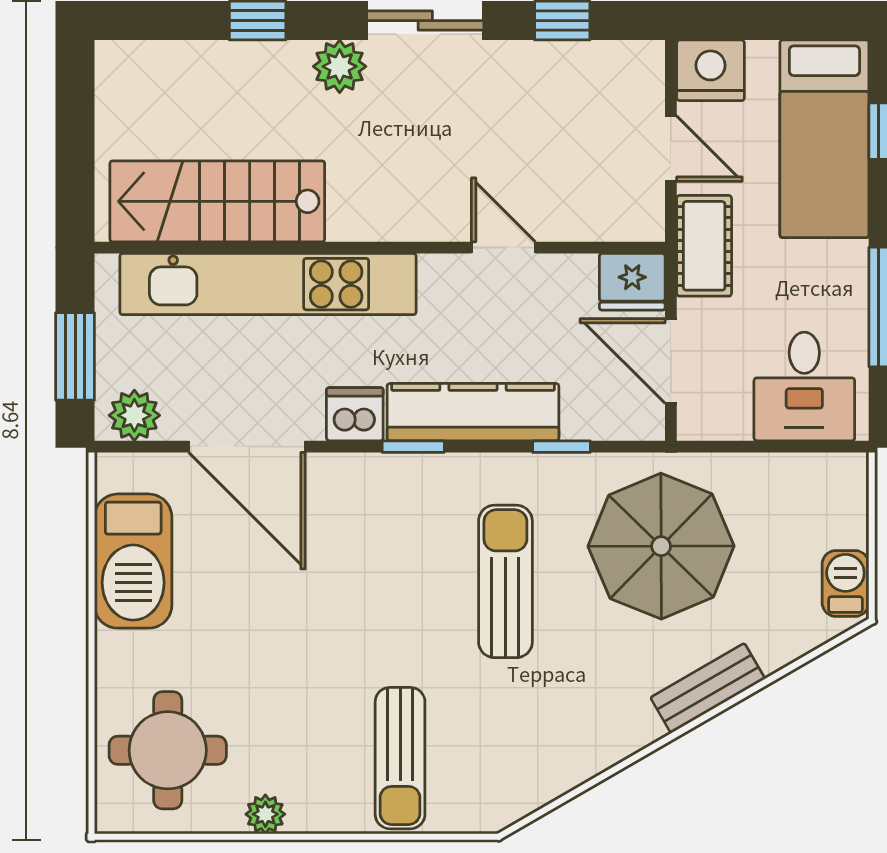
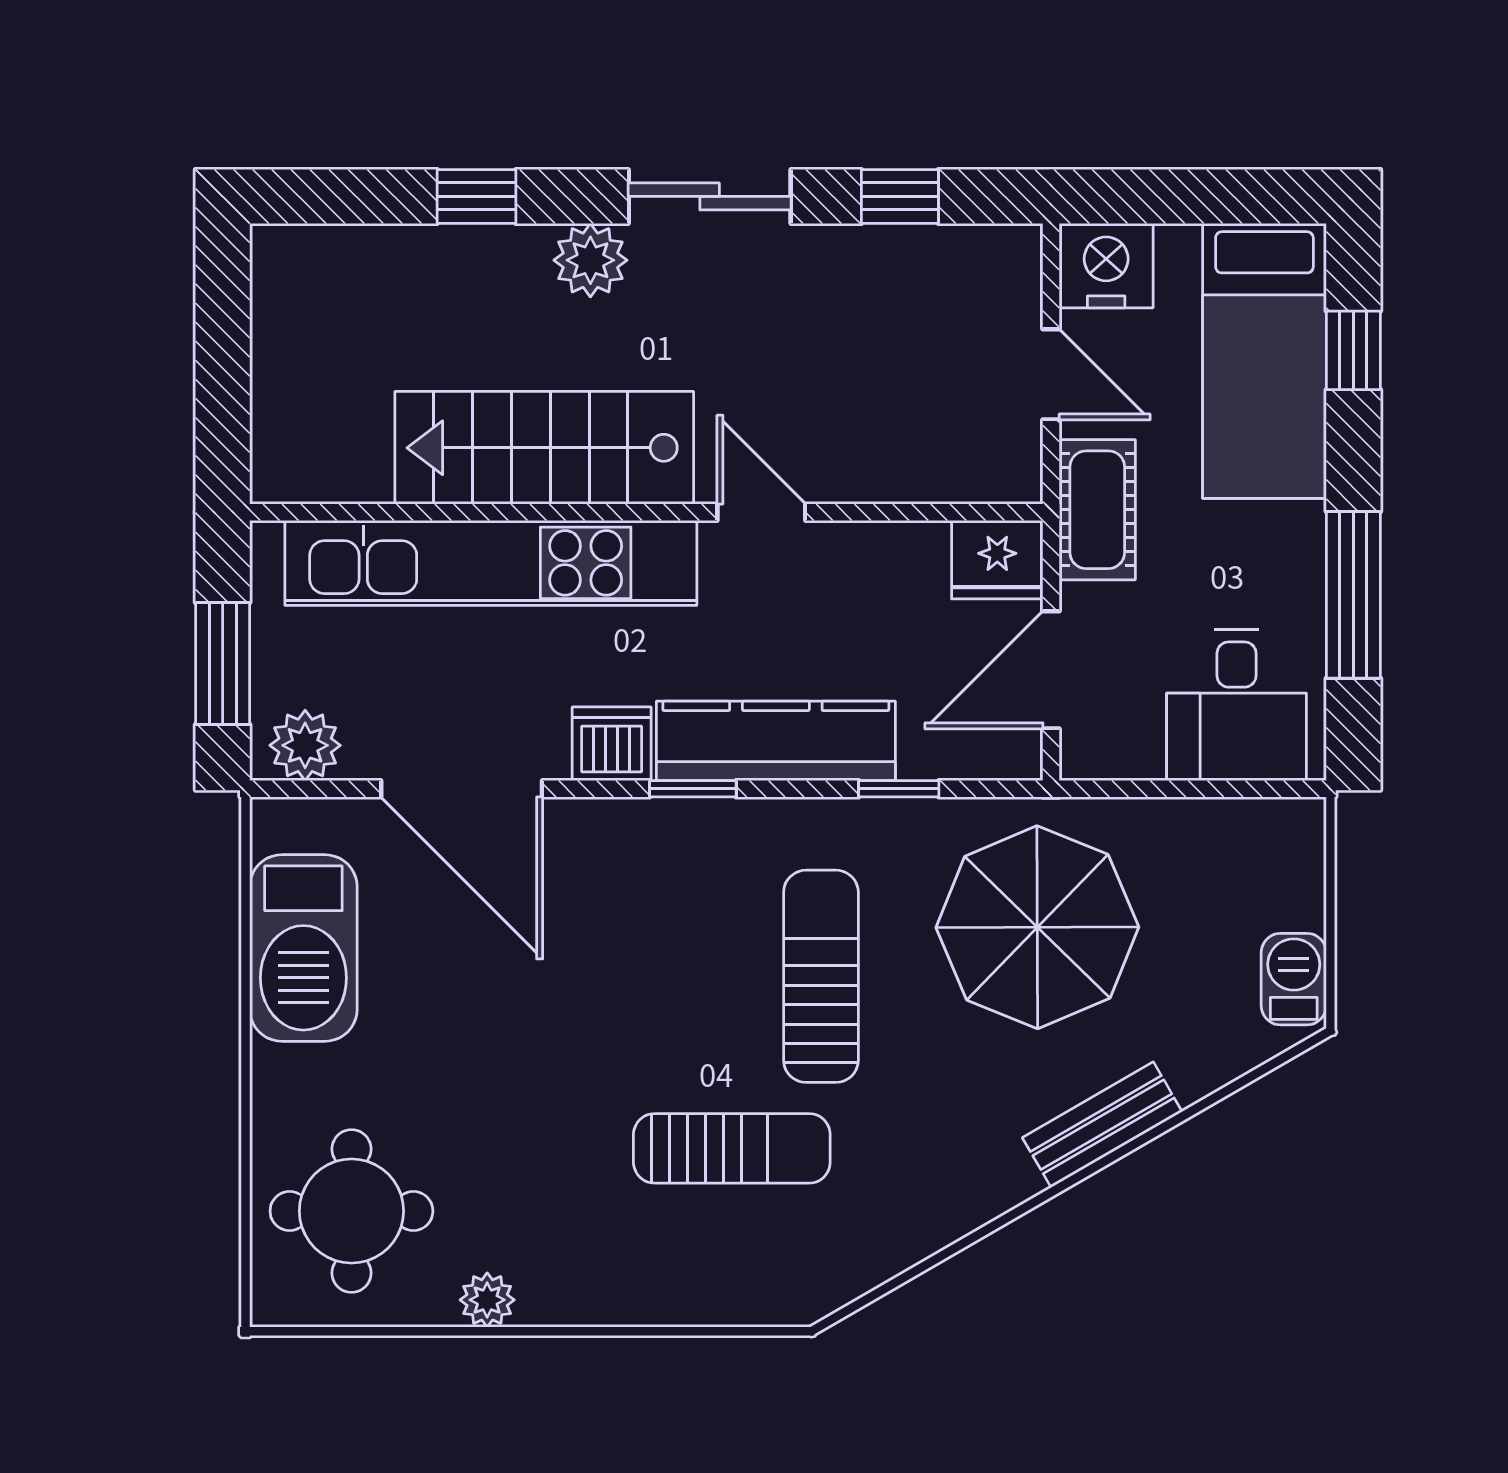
stairs: (217, 201) -> (544, 448), moved
door: (503, 248) -> (761, 512), moved
door: (671, 361) -> (1051, 670), hinge flipped
sun lounger: (400, 758) -> (732, 1148), moved, turned -90

